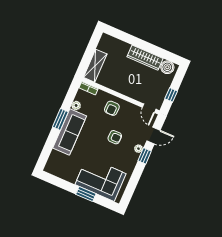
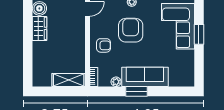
wardrobe: (145, 58) -> (39, 28), width x0.67
armchair: (115, 137) -> (131, 30), width x1.88, depth x1.88

